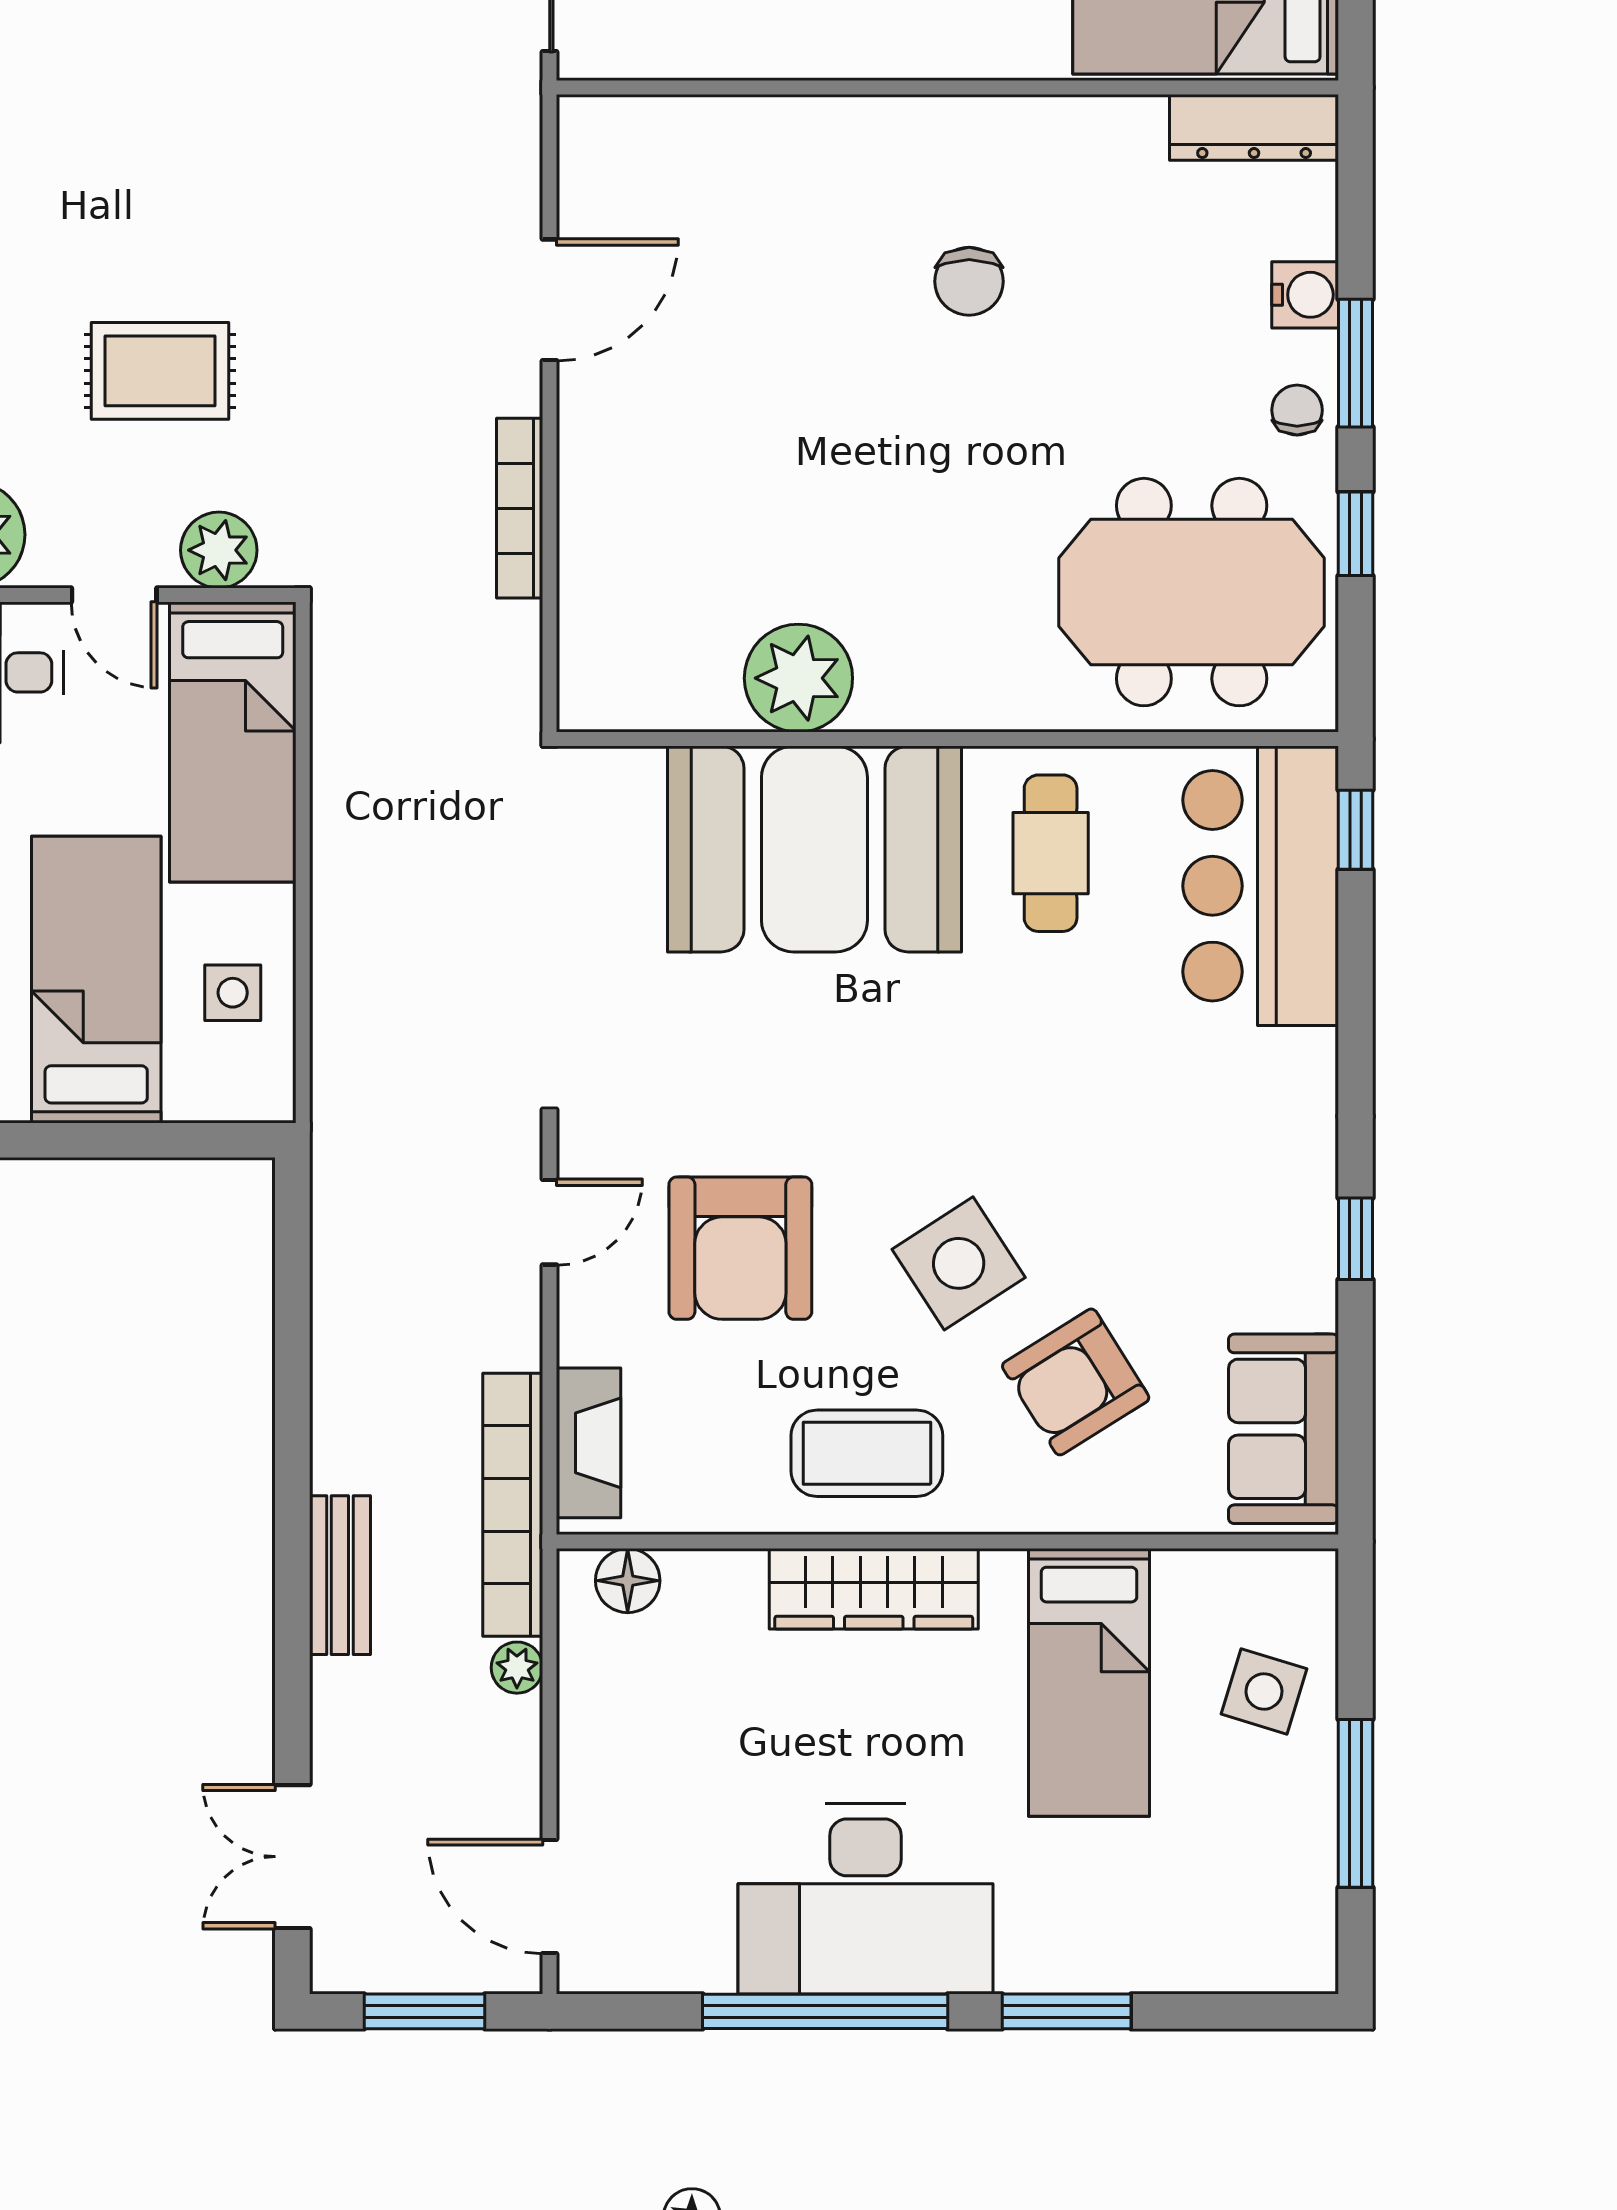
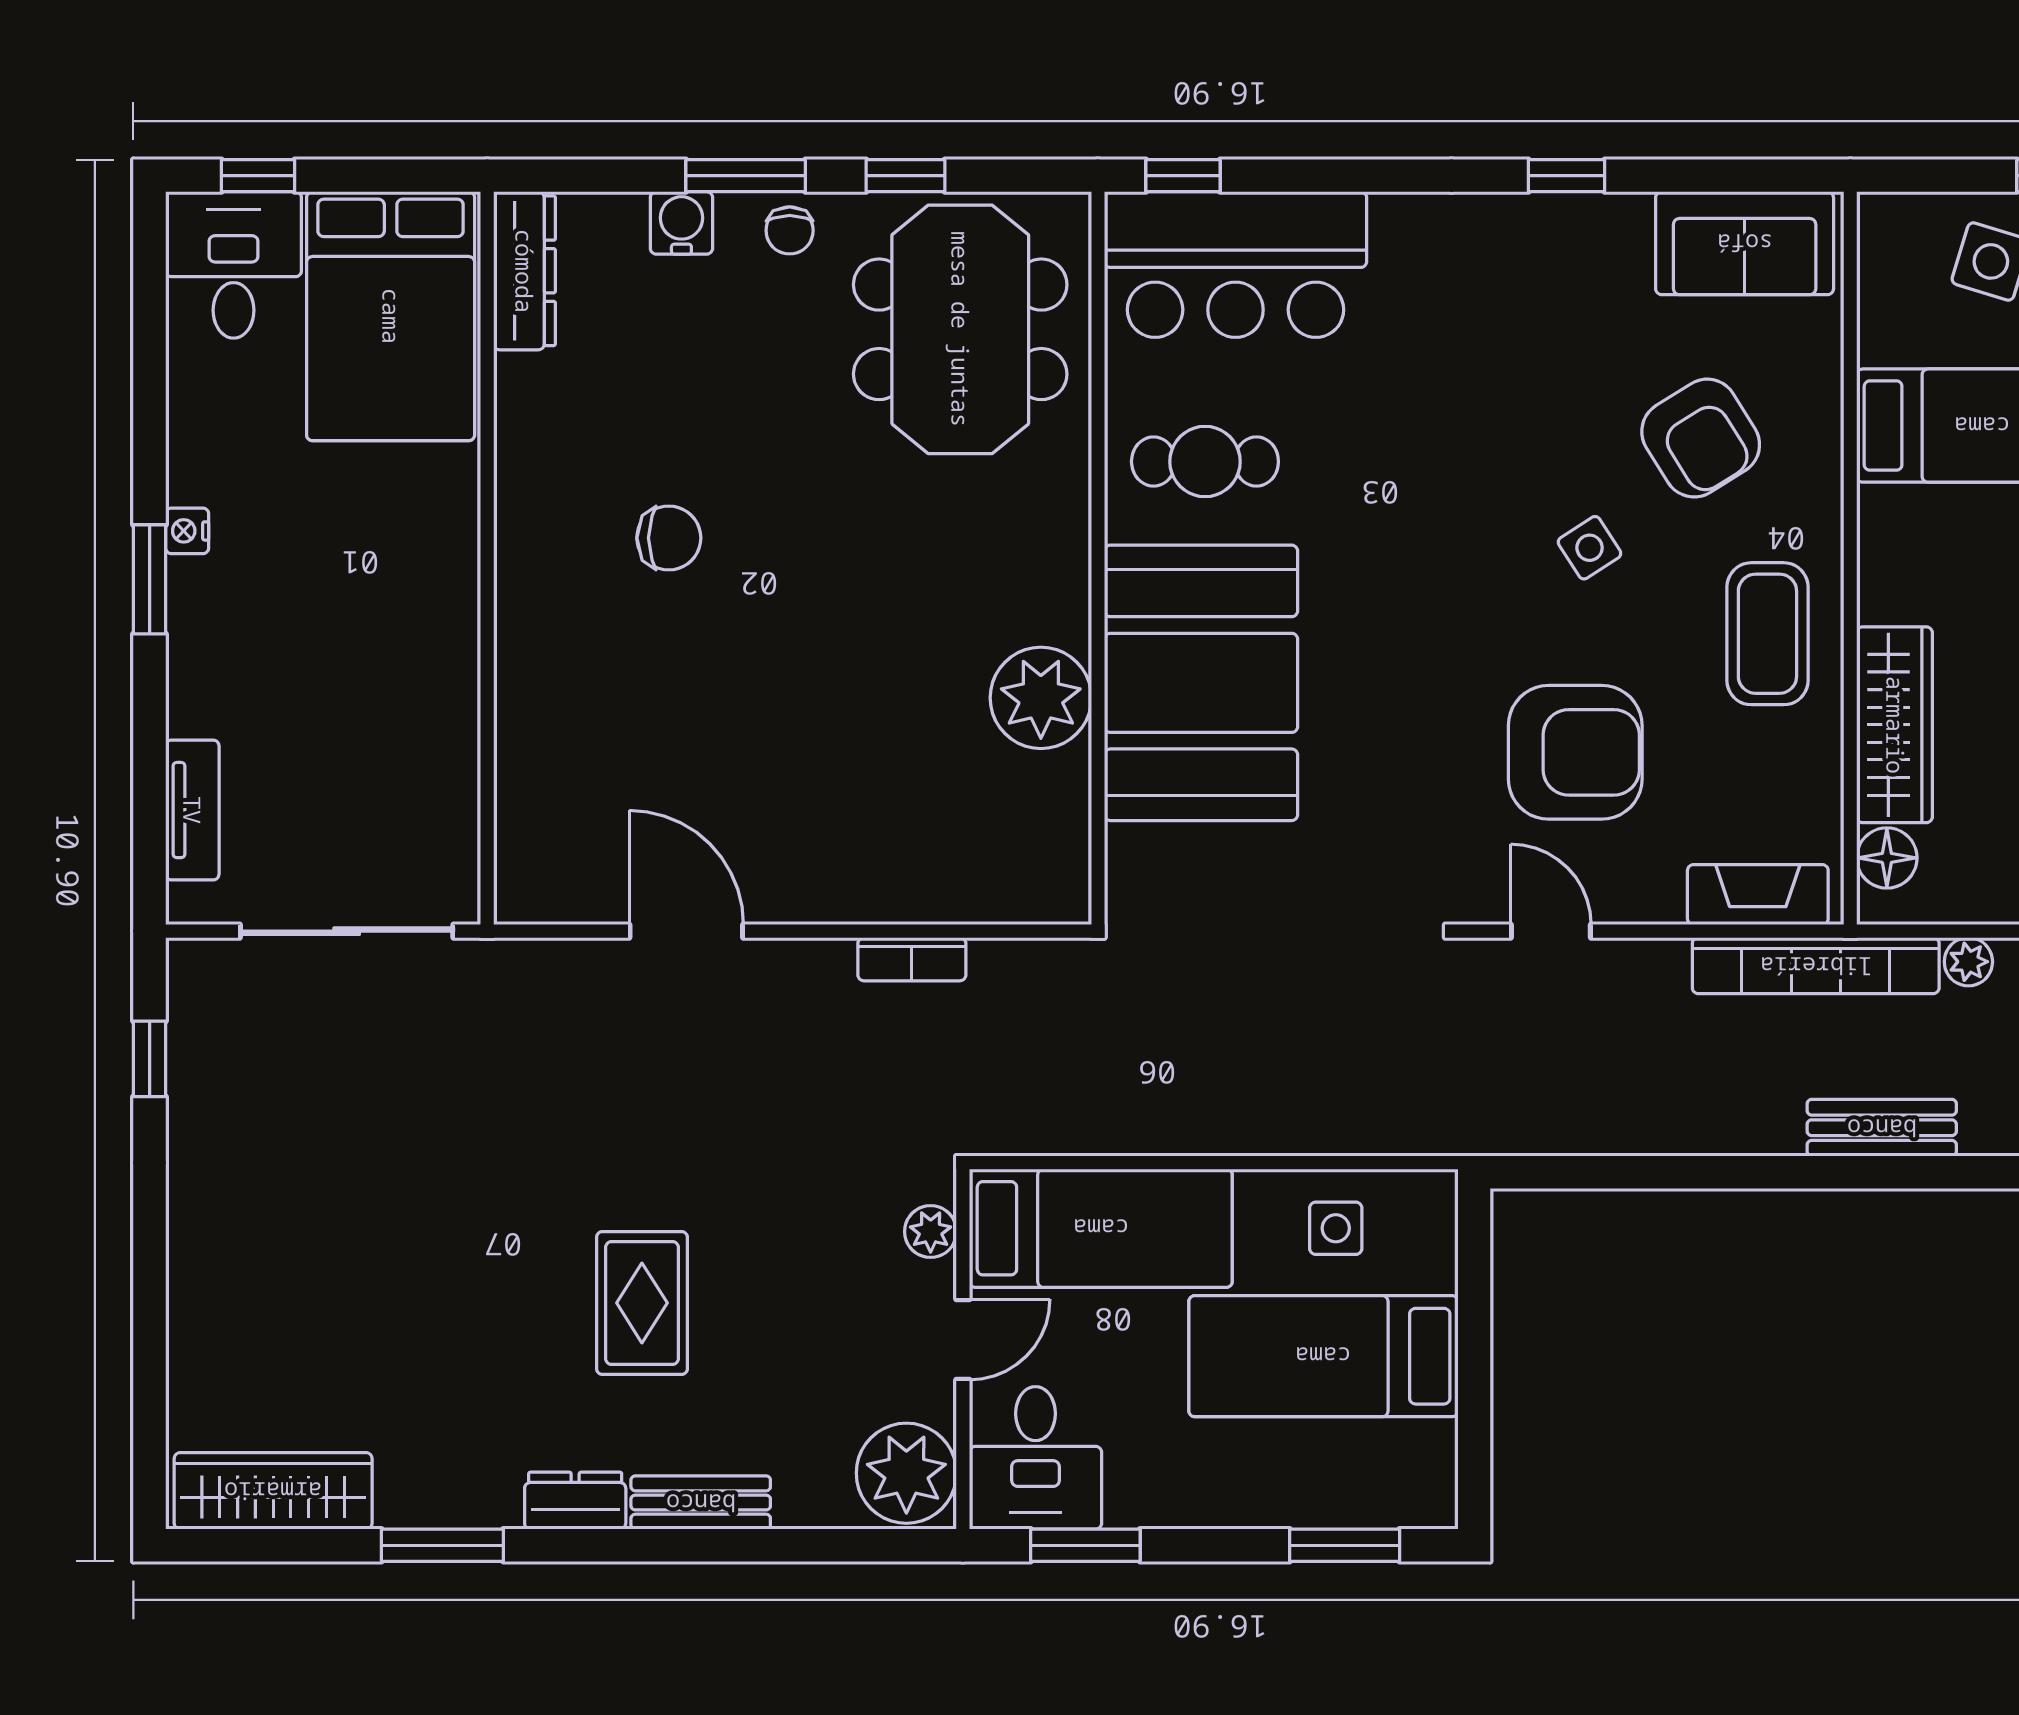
rug: (160, 371) -> (642, 1303), moved
chair: (1297, 410) -> (790, 230), turned -90
bookcase: (520, 508) -> (912, 959), width x0.64
plant: (219, 550) -> (931, 1232), width x0.73, depth x0.73
side table: (959, 1263) -> (1590, 548), width x0.54, depth x0.54
wardrobe: (874, 1589) -> (1895, 725), moved

